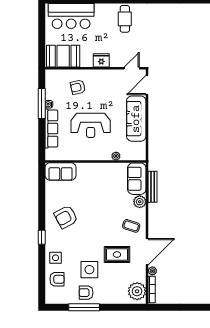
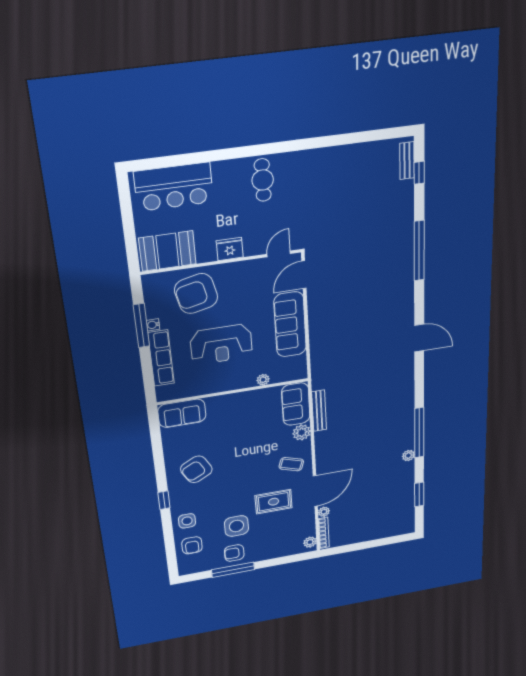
armchair: (78, 87) -> (196, 294), width x1.88, depth x1.88
armchair: (57, 279) -> (192, 545), turned 90
plant: (137, 291) -> (310, 542), width x0.53, depth x0.53

